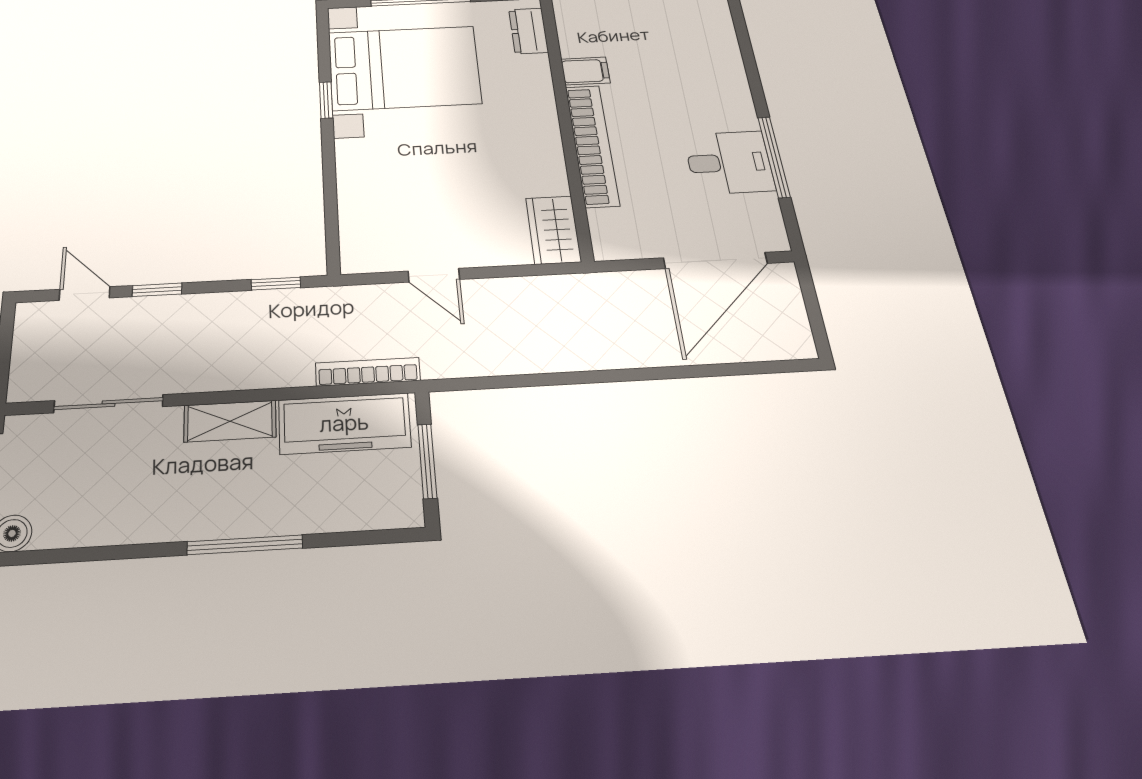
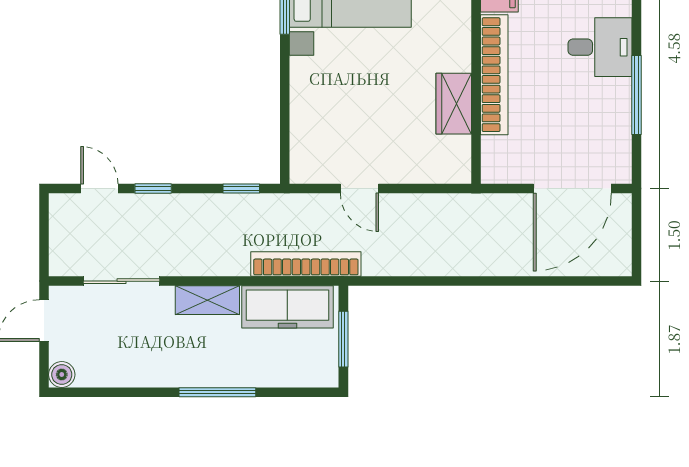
desk: (729, 163) -> (600, 47), moved
wardrobe: (553, 230) -> (454, 104), moved
bookcase: (368, 372) -> (306, 264), width x1.48, depth x1.31

